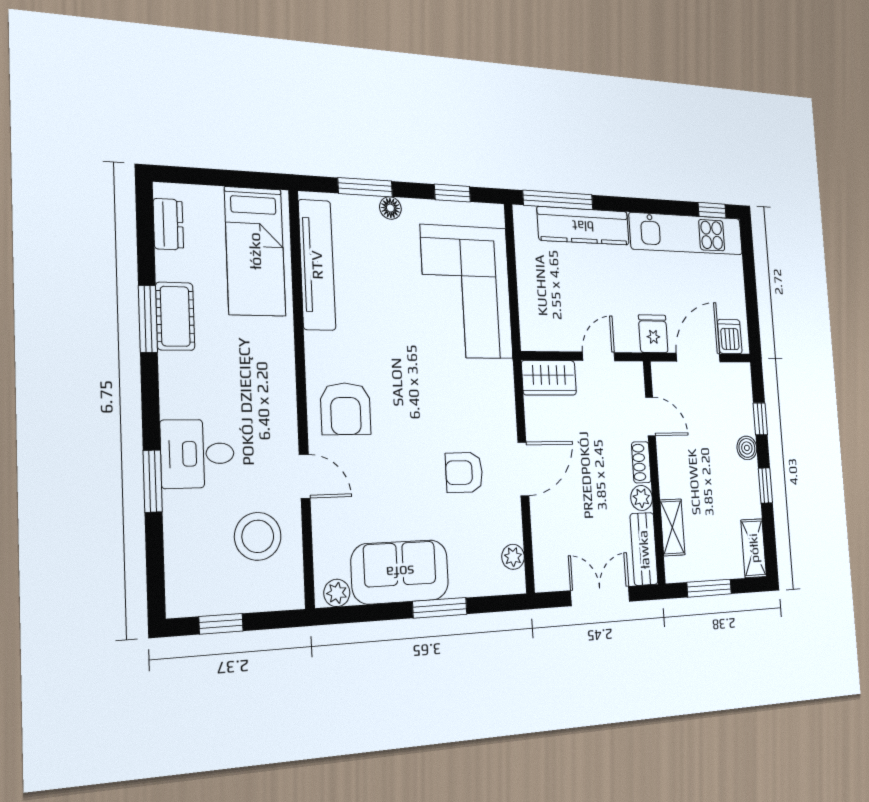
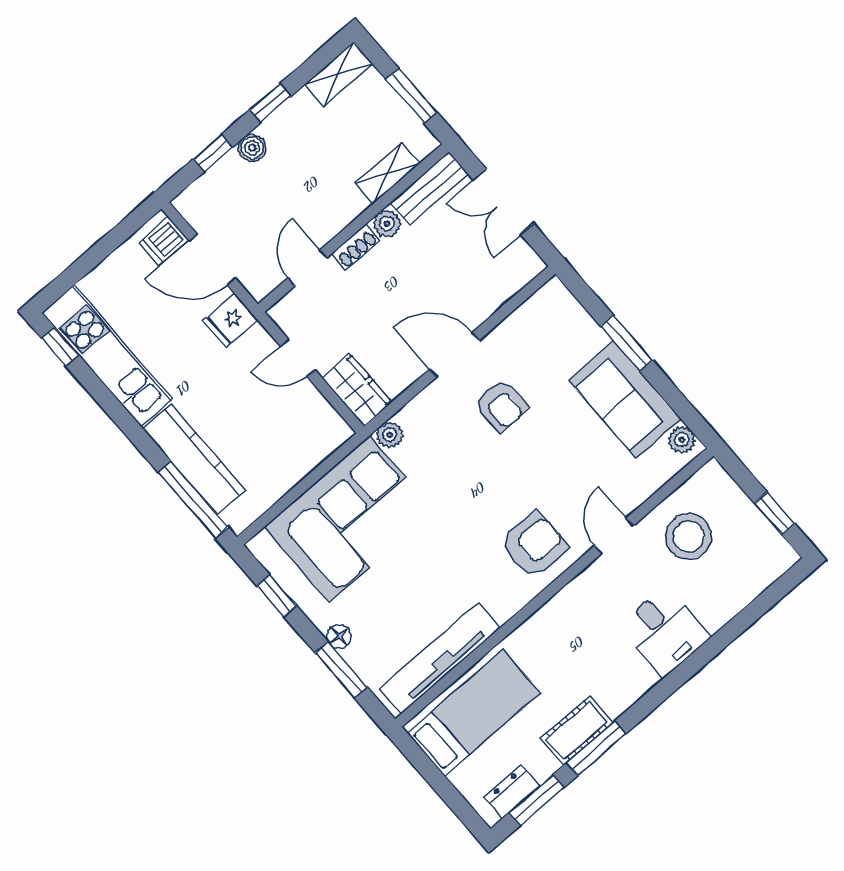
window: (153, 481) -> (537, 800), moved
plant: (513, 557) -> (390, 435), moved

